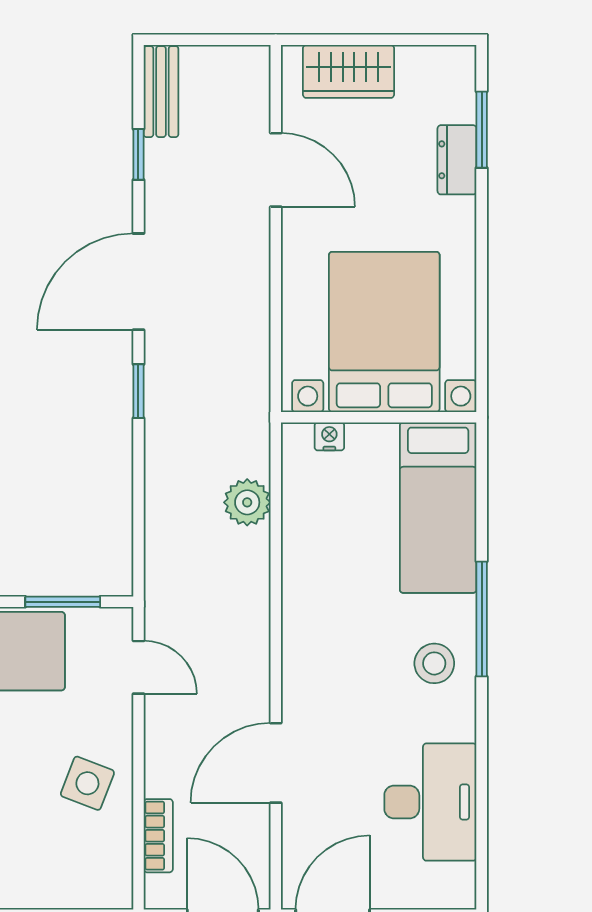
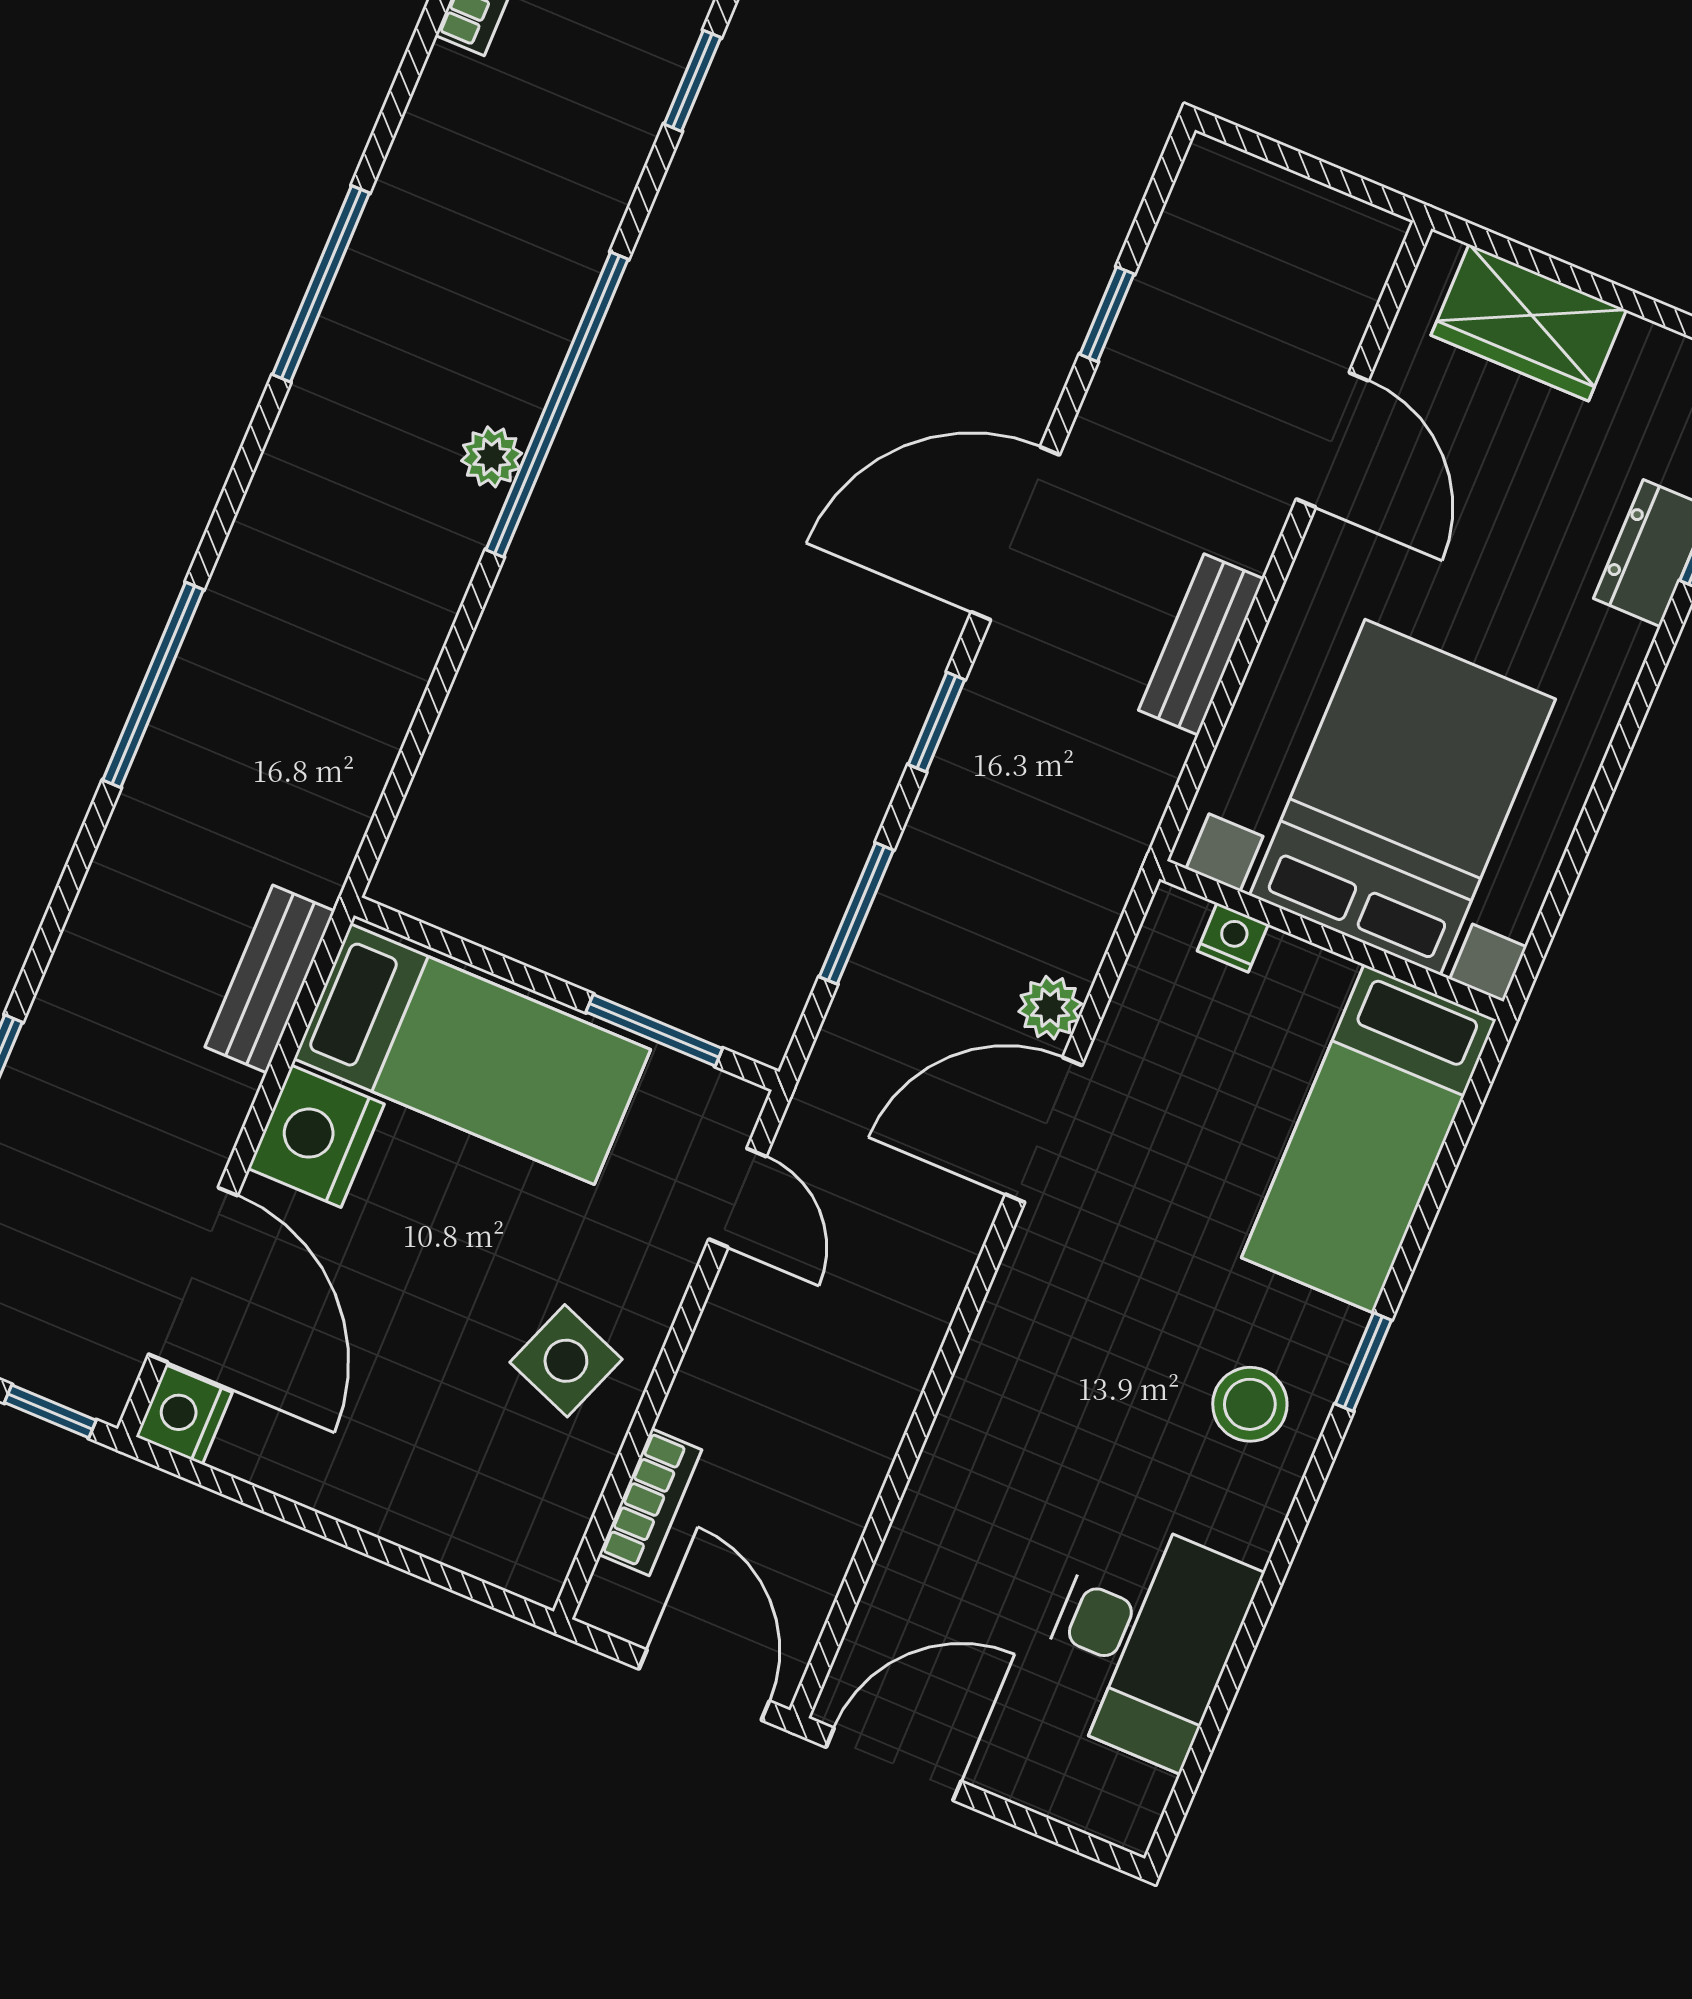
bench: (161, 92) -> (1201, 644), moved
window: (138, 502) -> (856, 913), added
plant: (247, 502) -> (1050, 1008), width x0.73, depth x0.73
window: (482, 619) -> (1363, 1362), width x0.46
door: (276, 763) -> (1044, 1130), moved

